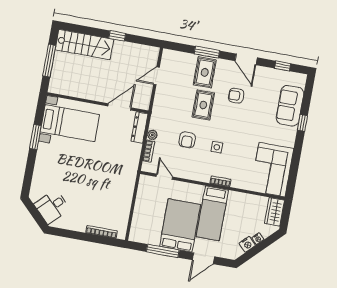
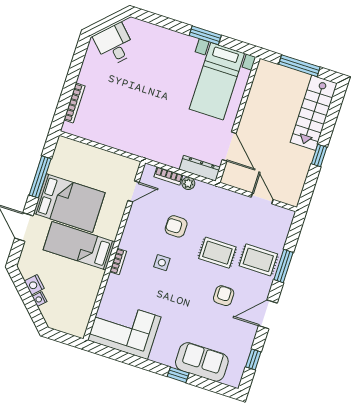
wardrobe: (274, 212) -> (71, 325), removed

